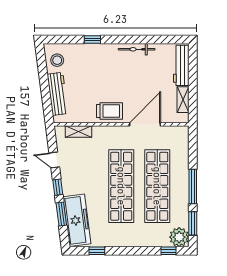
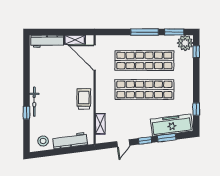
bicycle: (137, 49) -> (34, 102), moved
door: (145, 124) -> (95, 58), moved

